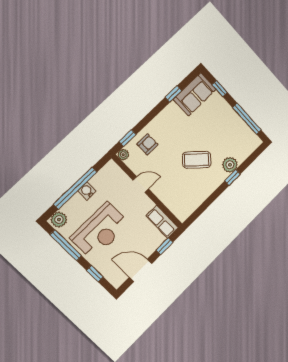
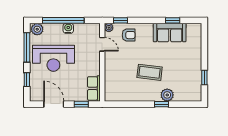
window: (220, 88) -> (204, 43), removed
sofa: (195, 94) -> (170, 33), moved
window: (247, 119) -> (204, 77), width x0.46
coffee table: (197, 160) -> (150, 72), turned -35
door: (141, 185) -> (102, 44), moved

